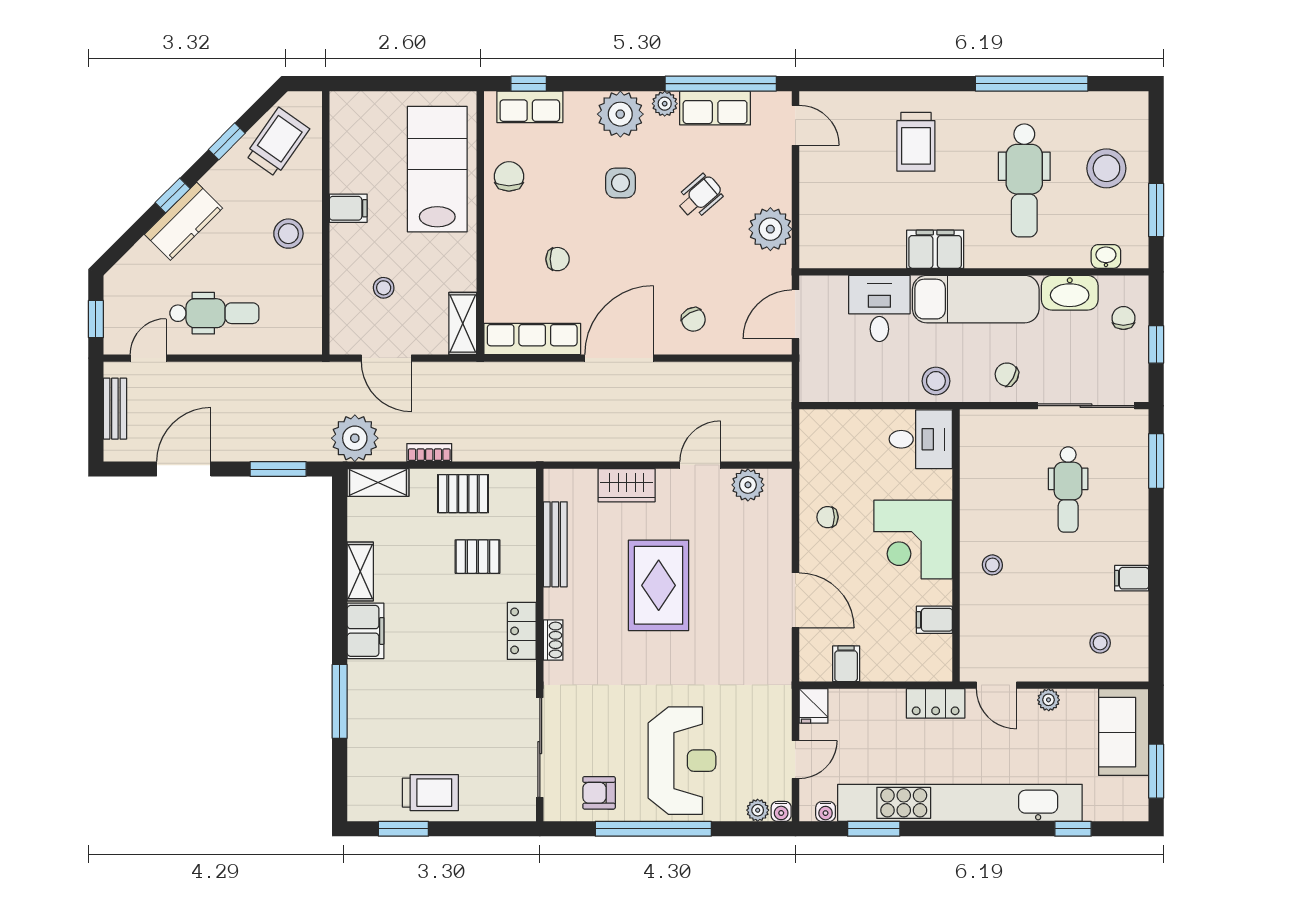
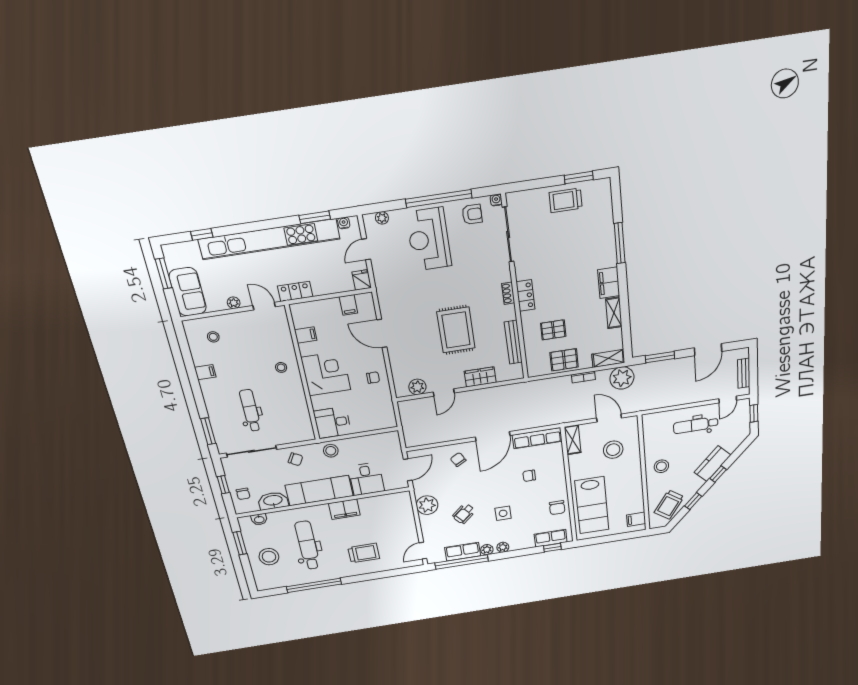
plant: (620, 114) -> (503, 547), width x0.53, depth x0.53
door: (795, 125) -> (423, 551), hinge flipped
trolley: (916, 142) -> (364, 553), turned 90
filing cabinet: (348, 208) -> (636, 519), moved
stool: (384, 288) -> (613, 450), width x1.89, depth x1.89
water cooler: (781, 811) -> (496, 200), moved

